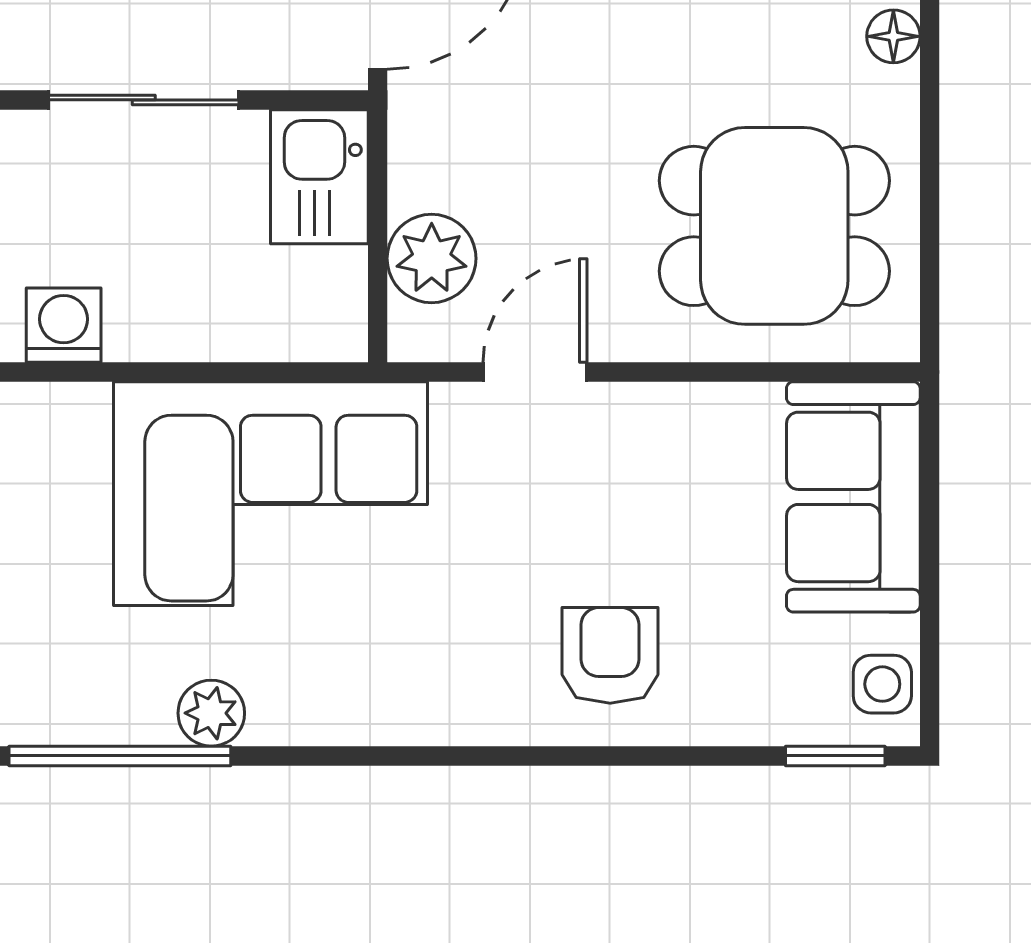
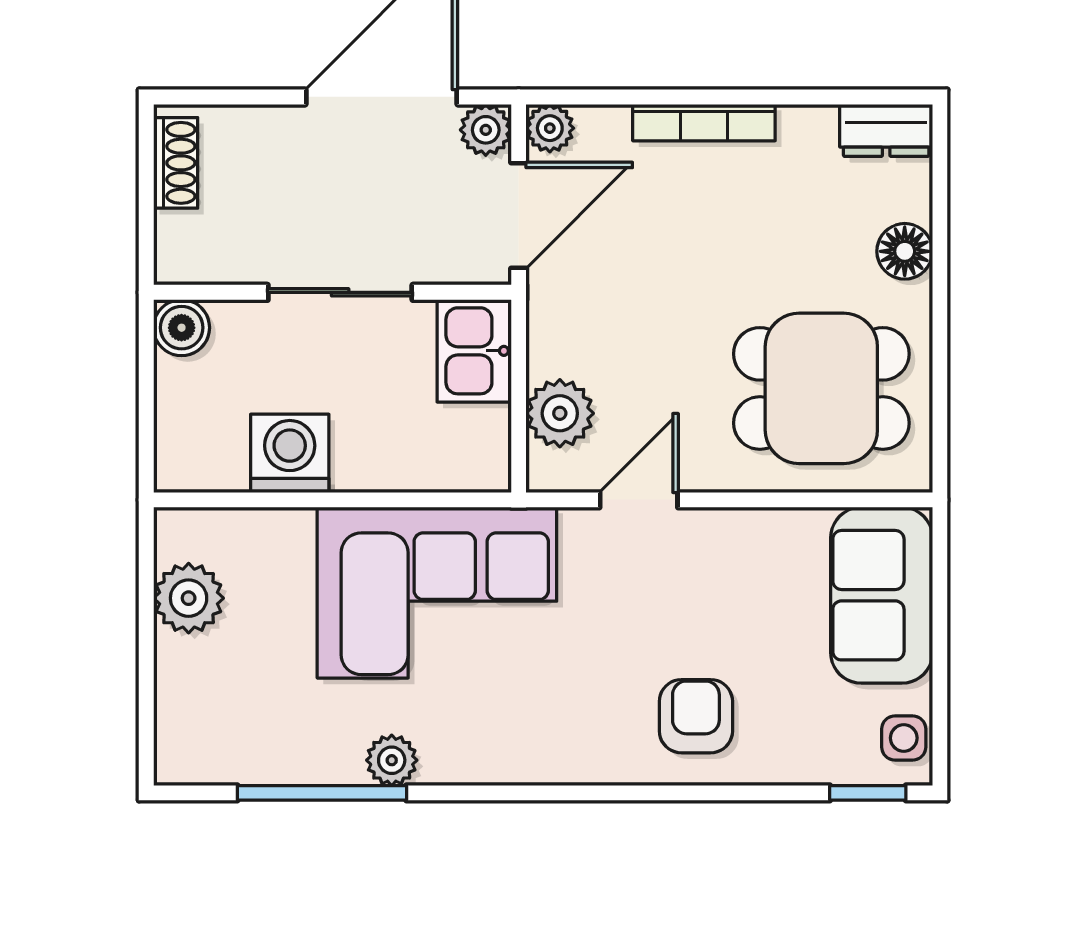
floor lamp: (893, 36) -> (905, 251), width x1.37, depth x1.37
washing machine: (64, 325) -> (290, 453), width x1.38, depth x1.38

